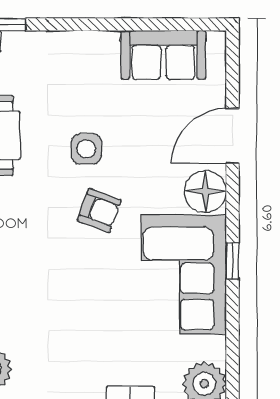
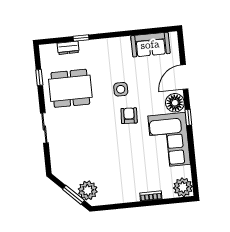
armchair: (99, 210) -> (129, 116), turned -107
window: (232, 261) -> (188, 117), moved

